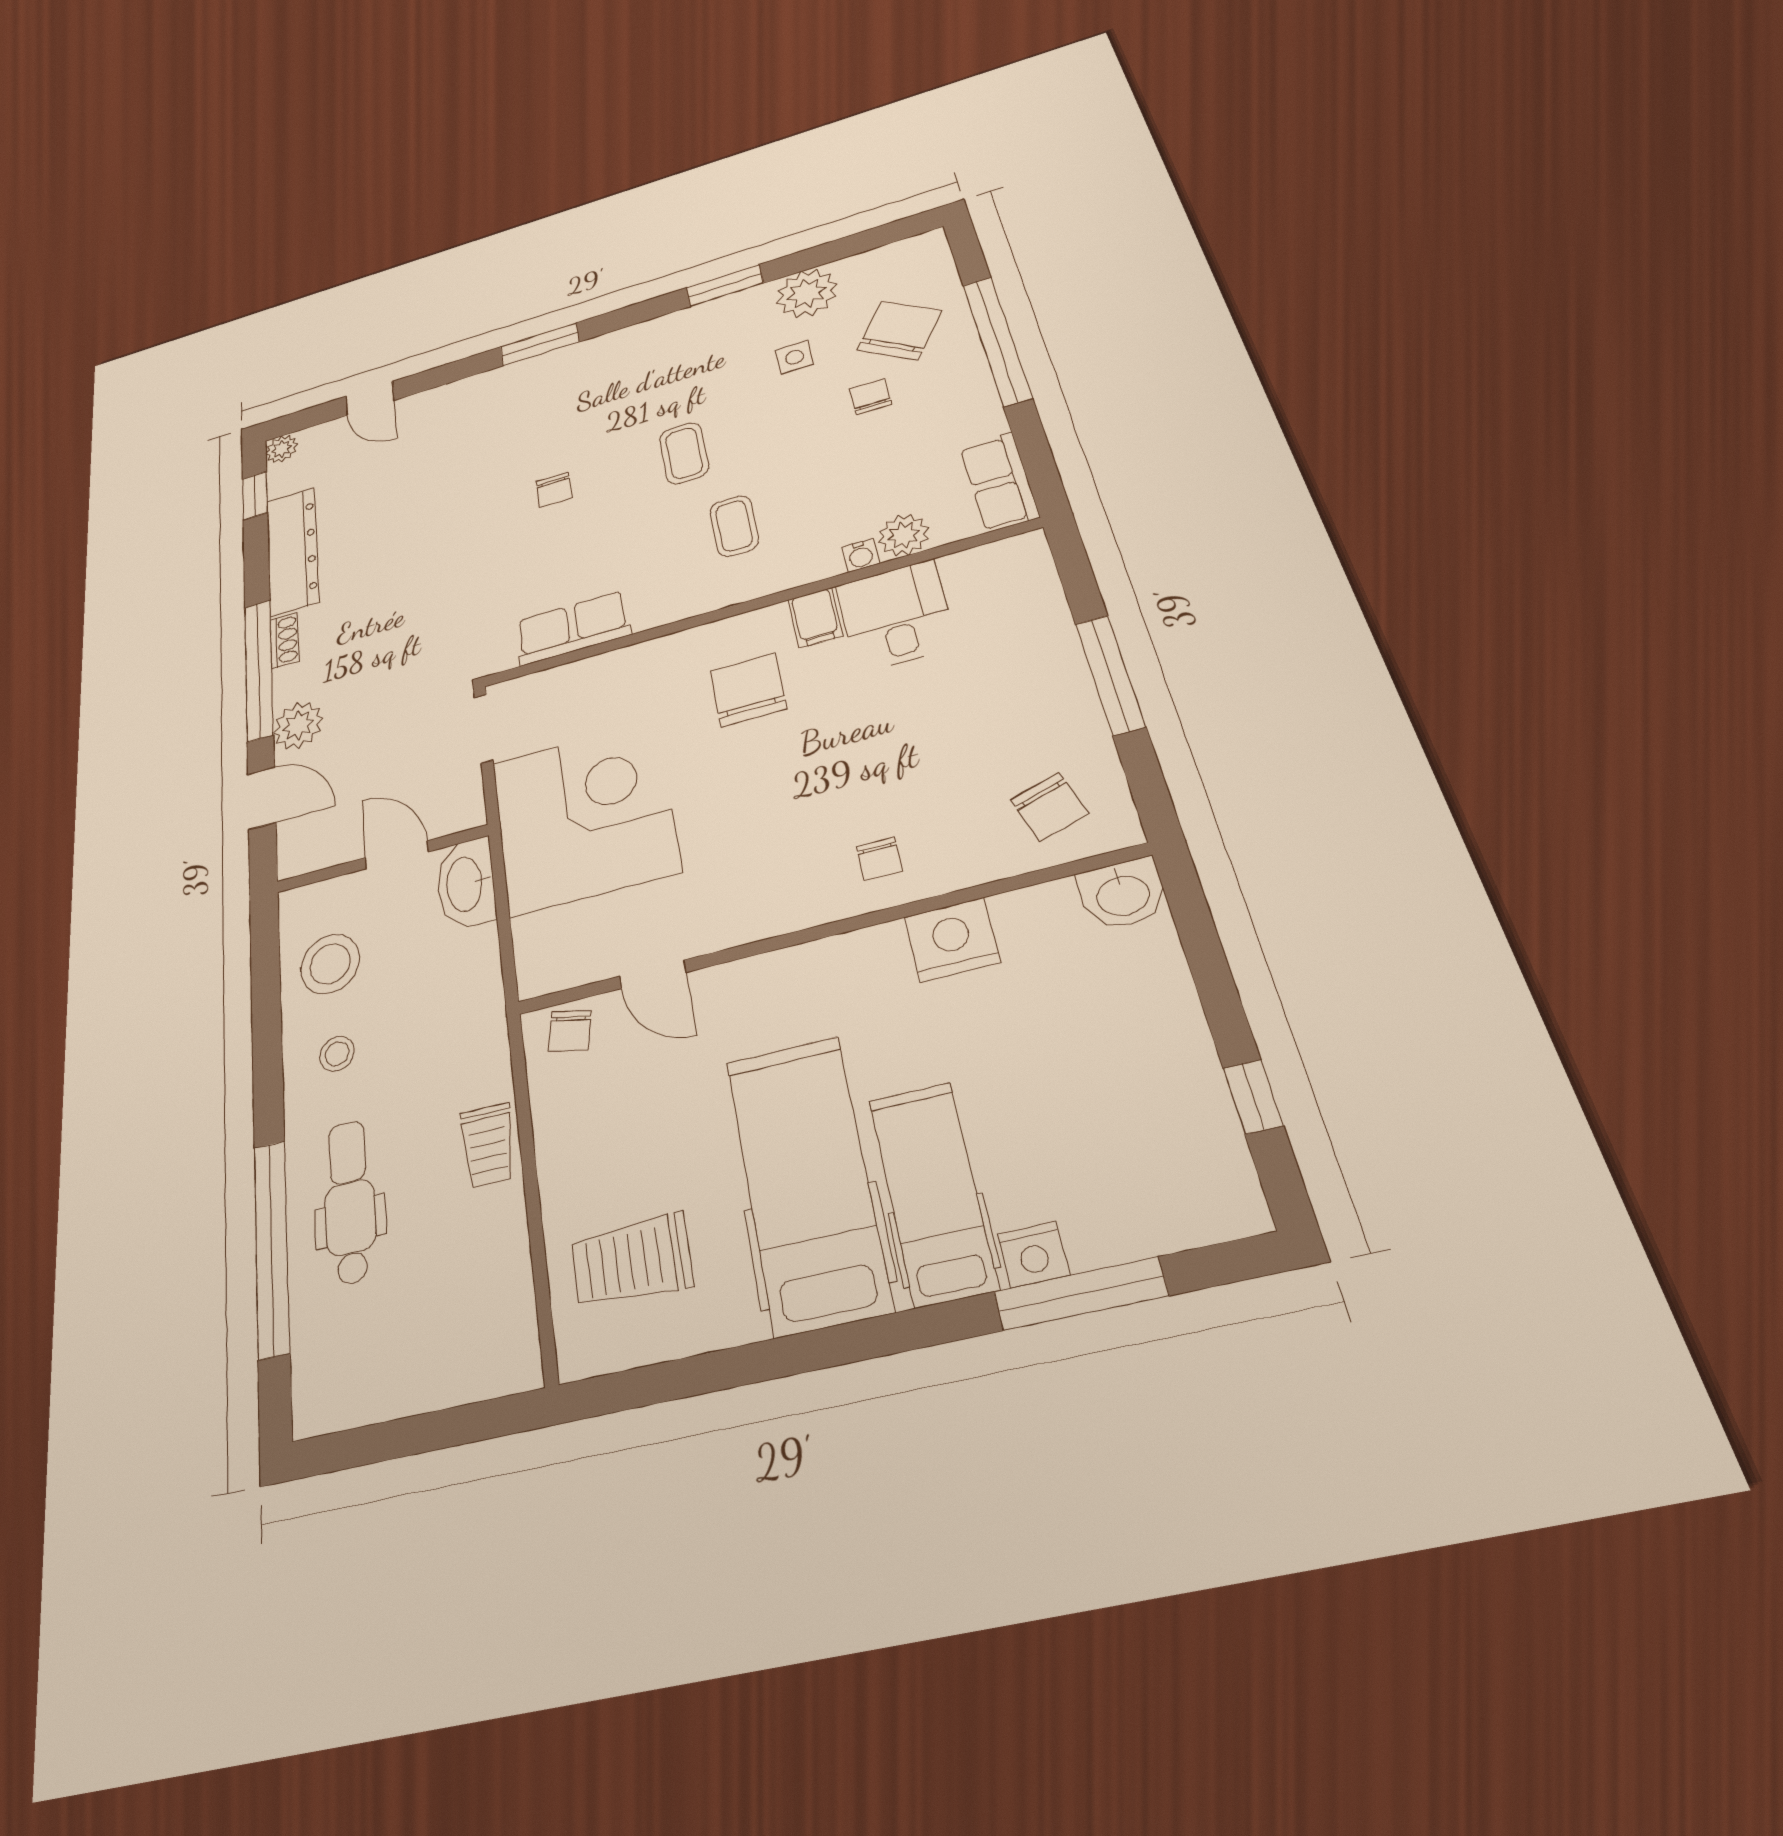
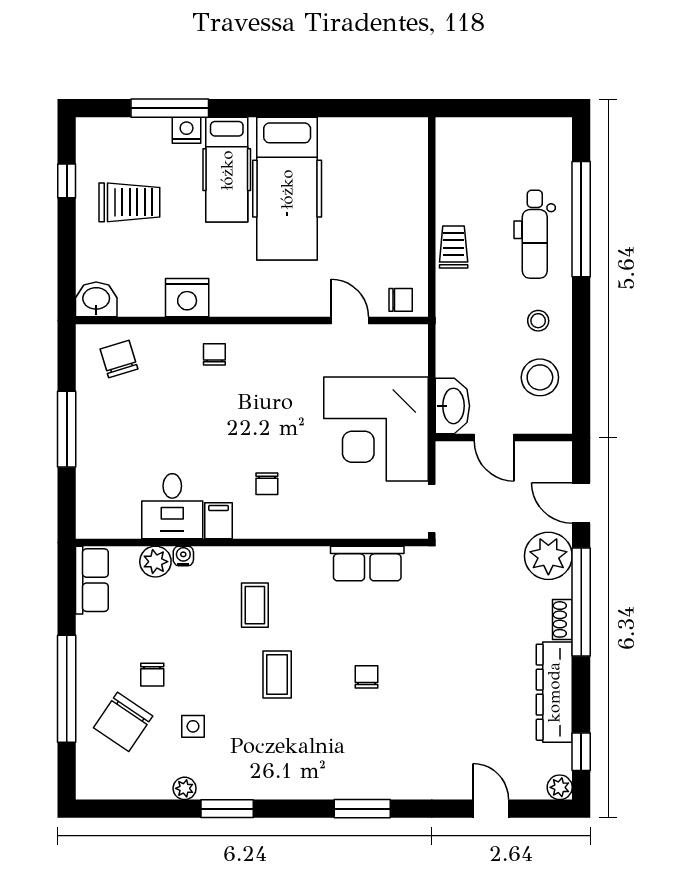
plant: (807, 293) -> (185, 788), width x0.53, depth x0.53
chair: (748, 690) -> (267, 484), width x0.54, depth x0.54
plant: (298, 725) -> (548, 556), width x1.36, depth x1.36
chair: (570, 1031) -> (401, 300), turned 78
trolley: (632, 1261) -> (129, 202), moved

